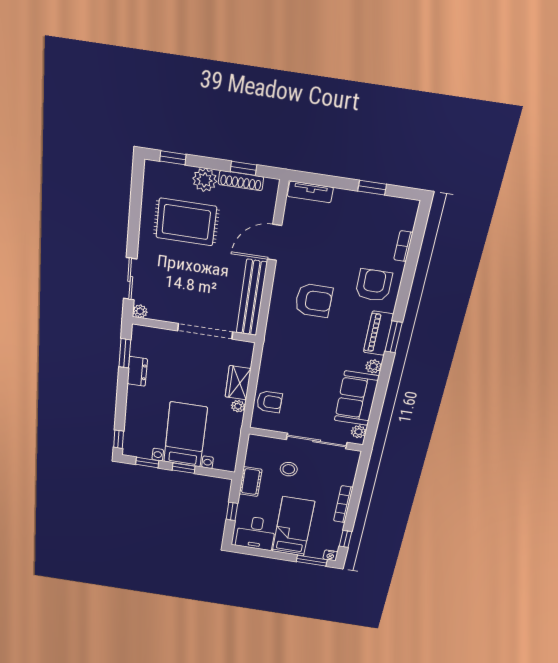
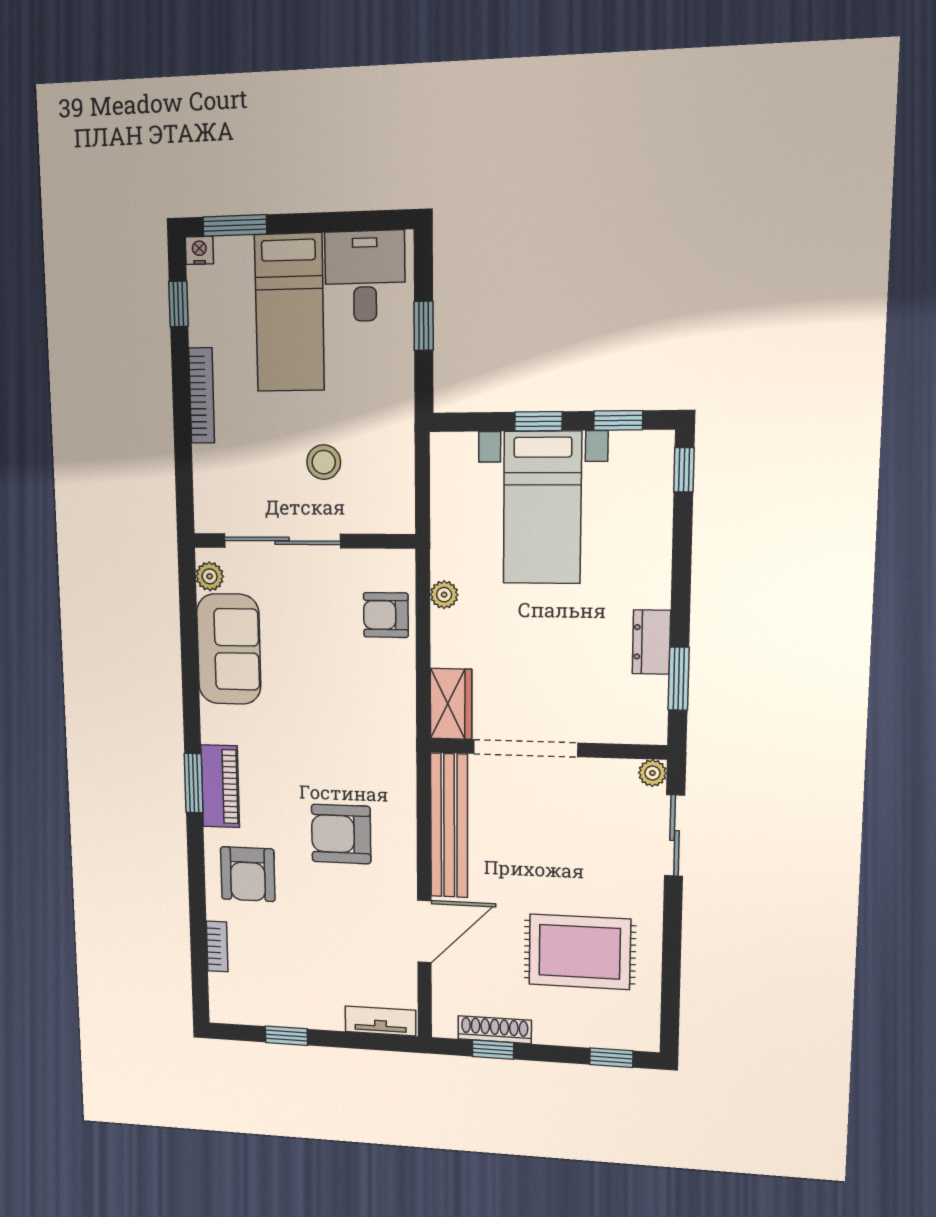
plant: (205, 180) -> (555, 1026), removed
plant: (373, 366) -> (214, 720), removed
wardrobe: (238, 383) -> (451, 704), moved
cot: (251, 482) -> (395, 414), removed

